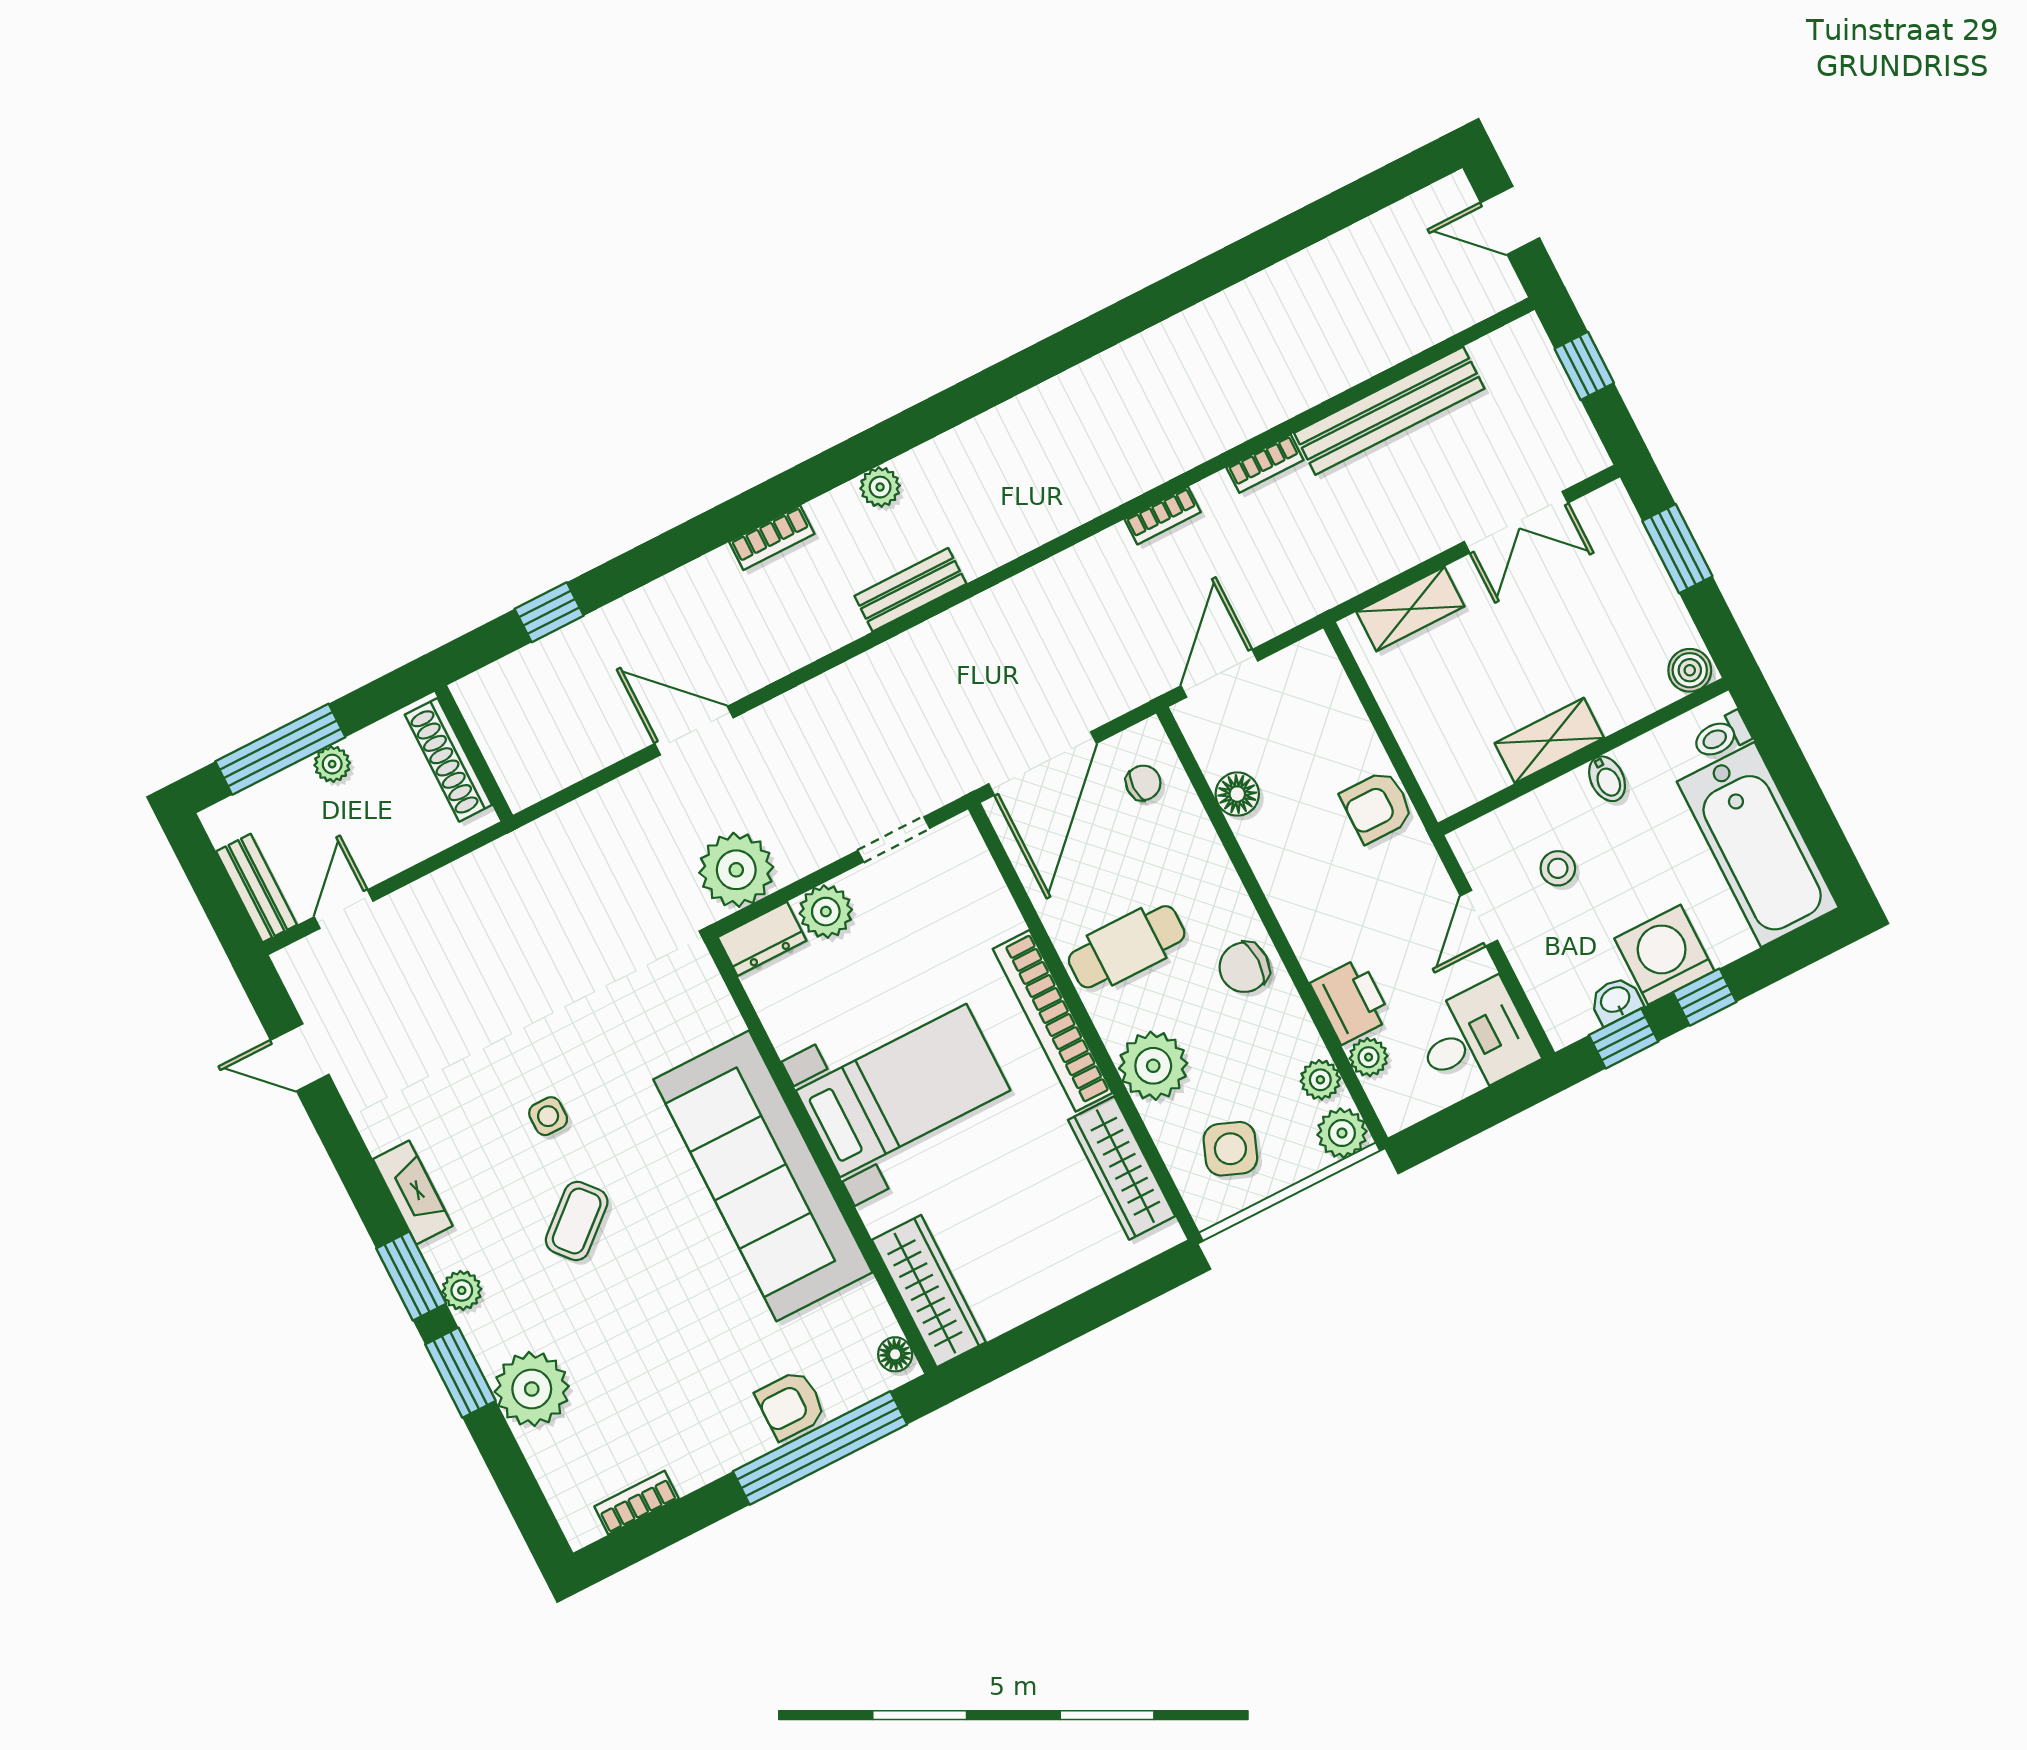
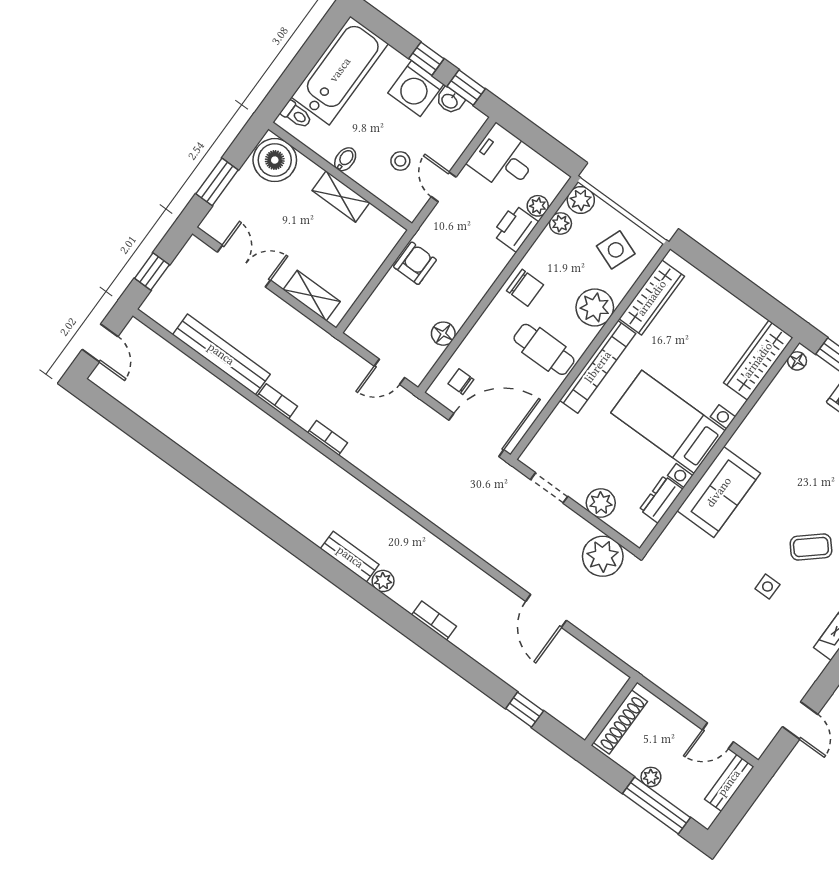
bench: (910, 590) -> (350, 557), moved
boiler: (1690, 670) -> (275, 160), width x1.86, depth x1.86
door: (1219, 673) -> (389, 372), width x0.73
armchair: (1377, 807) -> (415, 263), turned -90
door: (1479, 918) -> (444, 187), swing flipped
dresser: (762, 939) -> (661, 499), moved, turned -90
sofa: (763, 1176) -> (719, 492), width x0.54, depth x0.79

